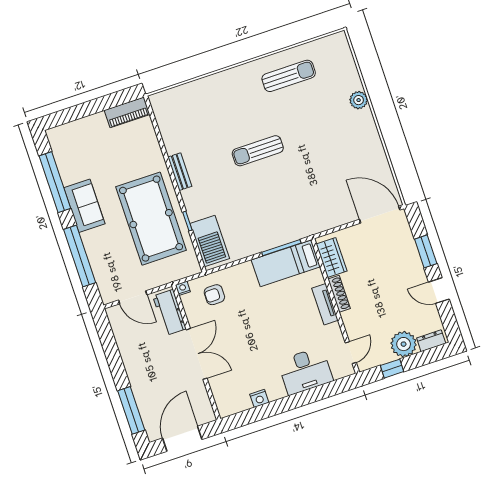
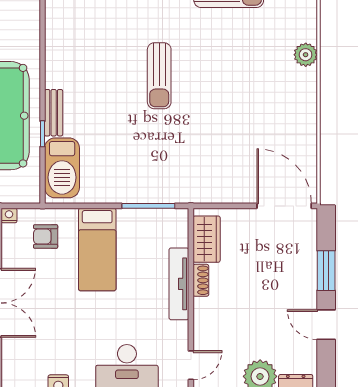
sun lounger: (258, 151) -> (159, 76), turned -90
bench: (180, 172) -> (54, 113), moved
bed: (286, 263) -> (97, 249), moved, turned -90
shoe rack: (339, 294) -> (201, 280), width x0.70
tv unit: (325, 304) -> (179, 284), width x1.41

